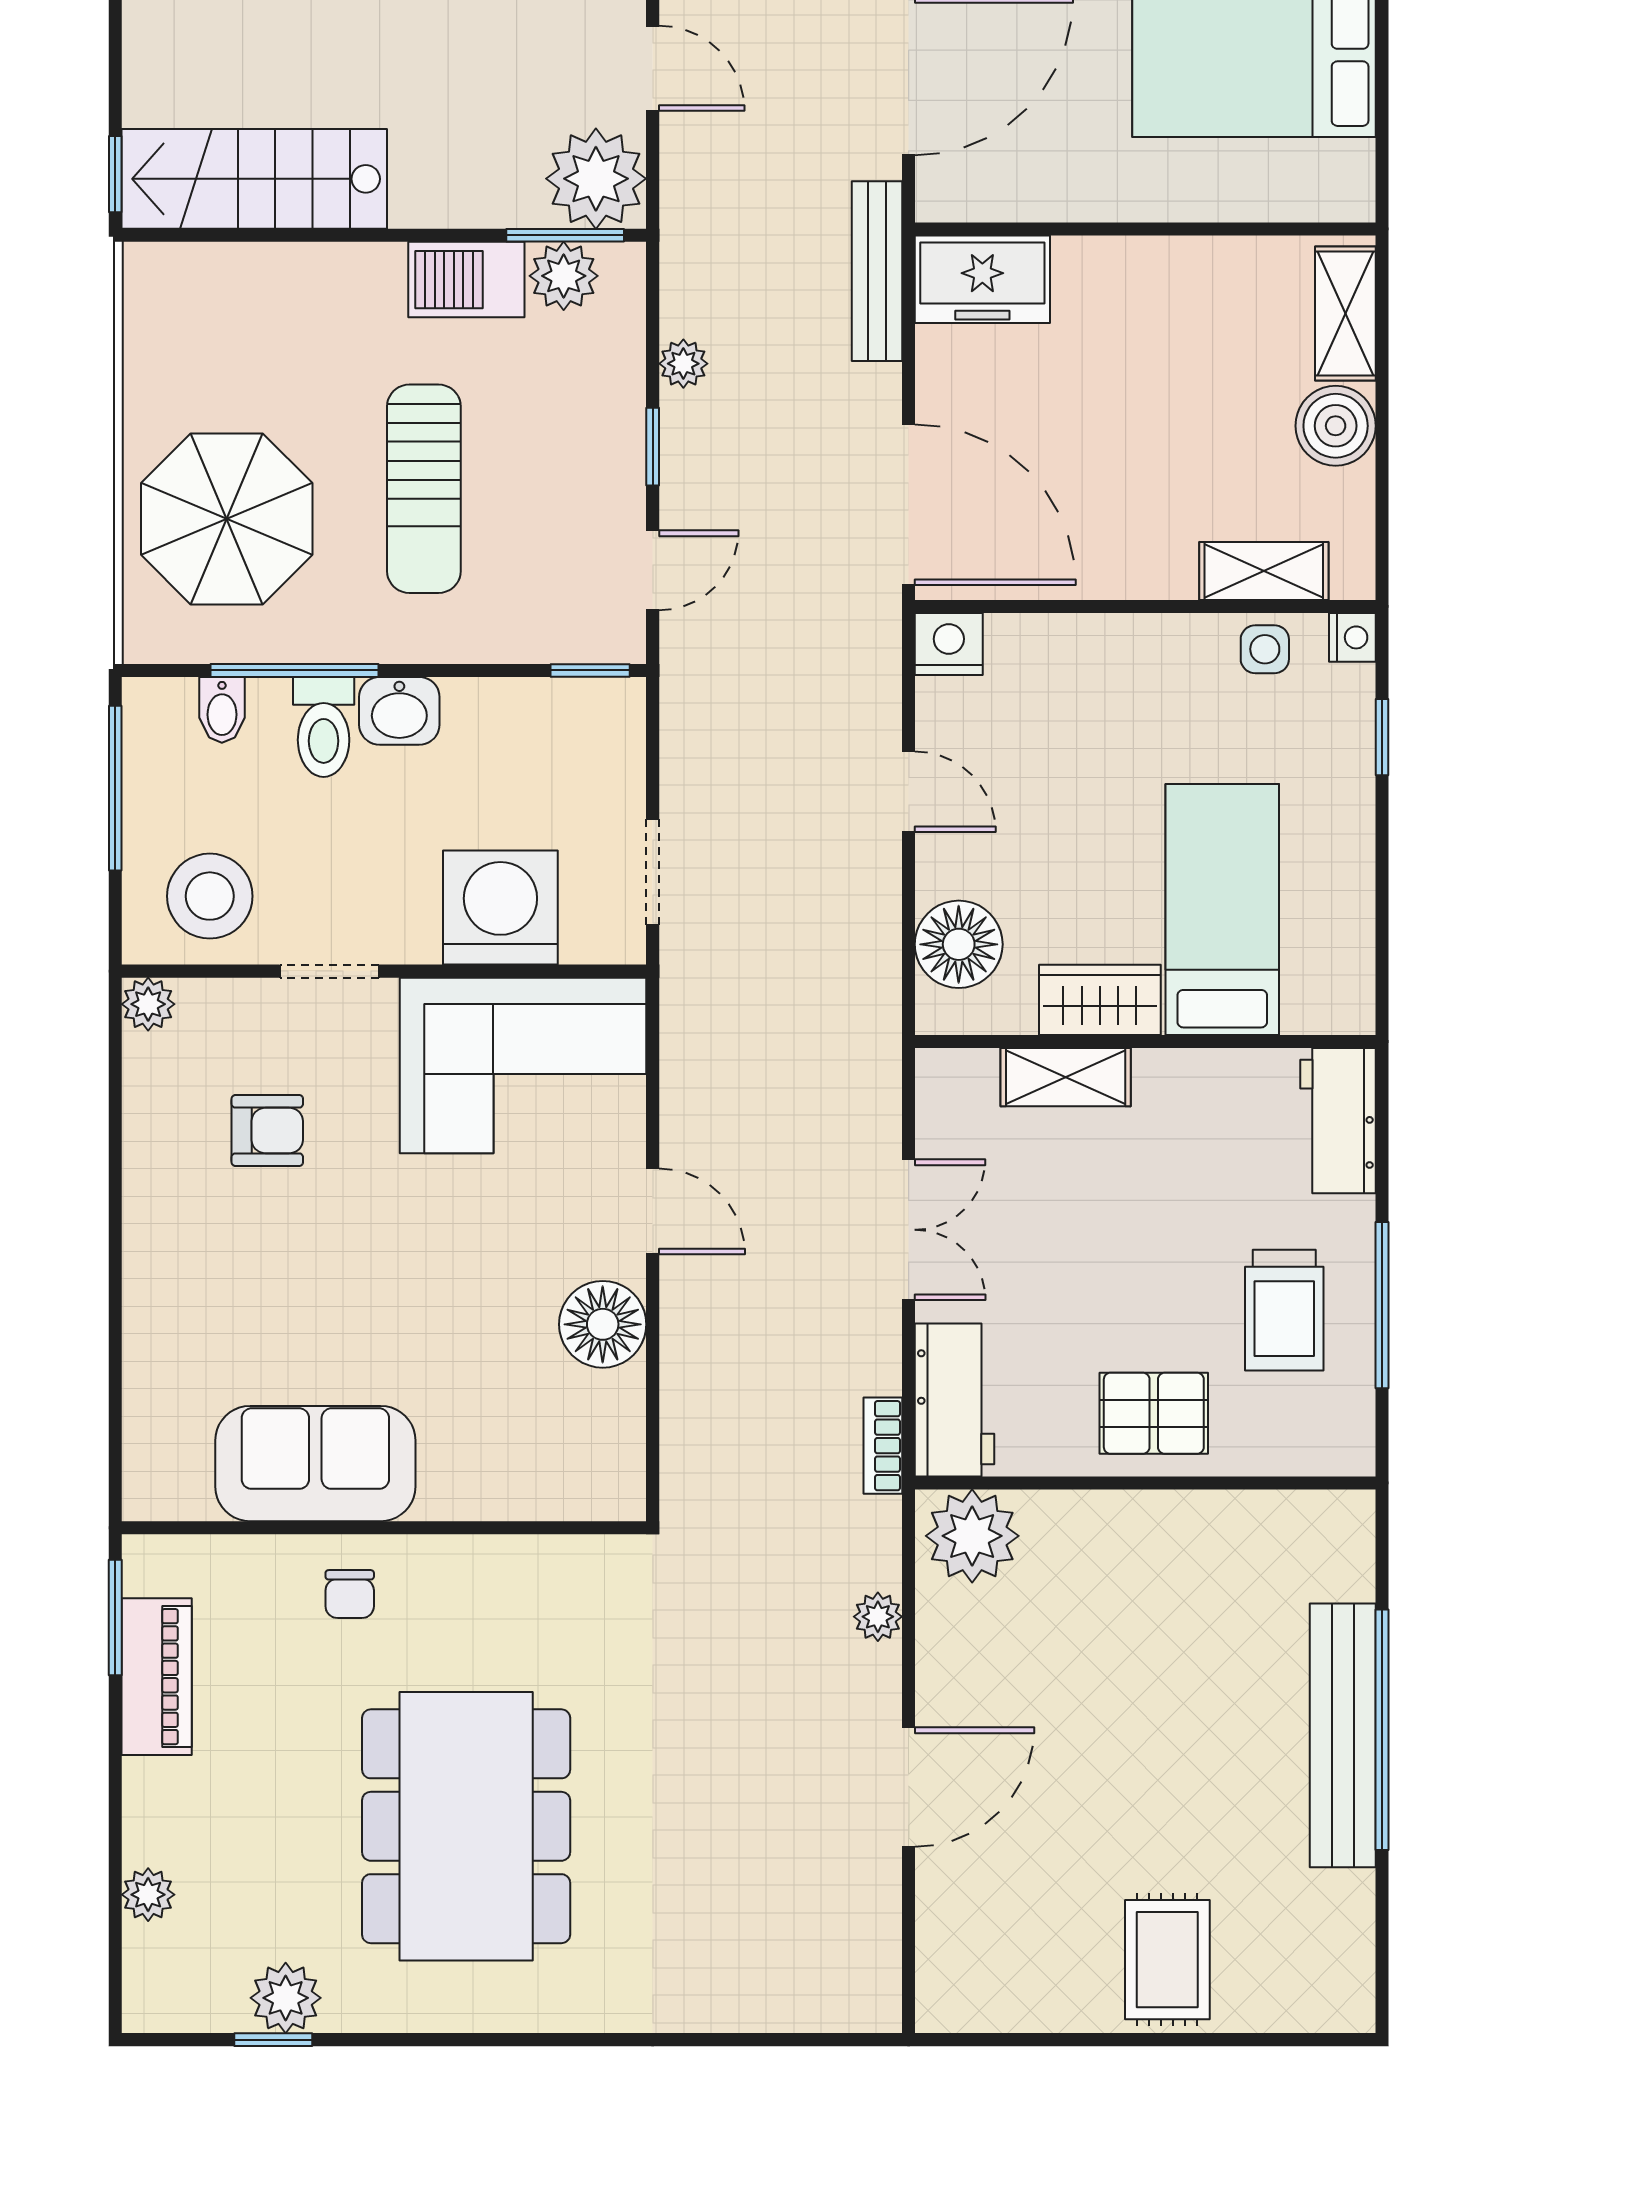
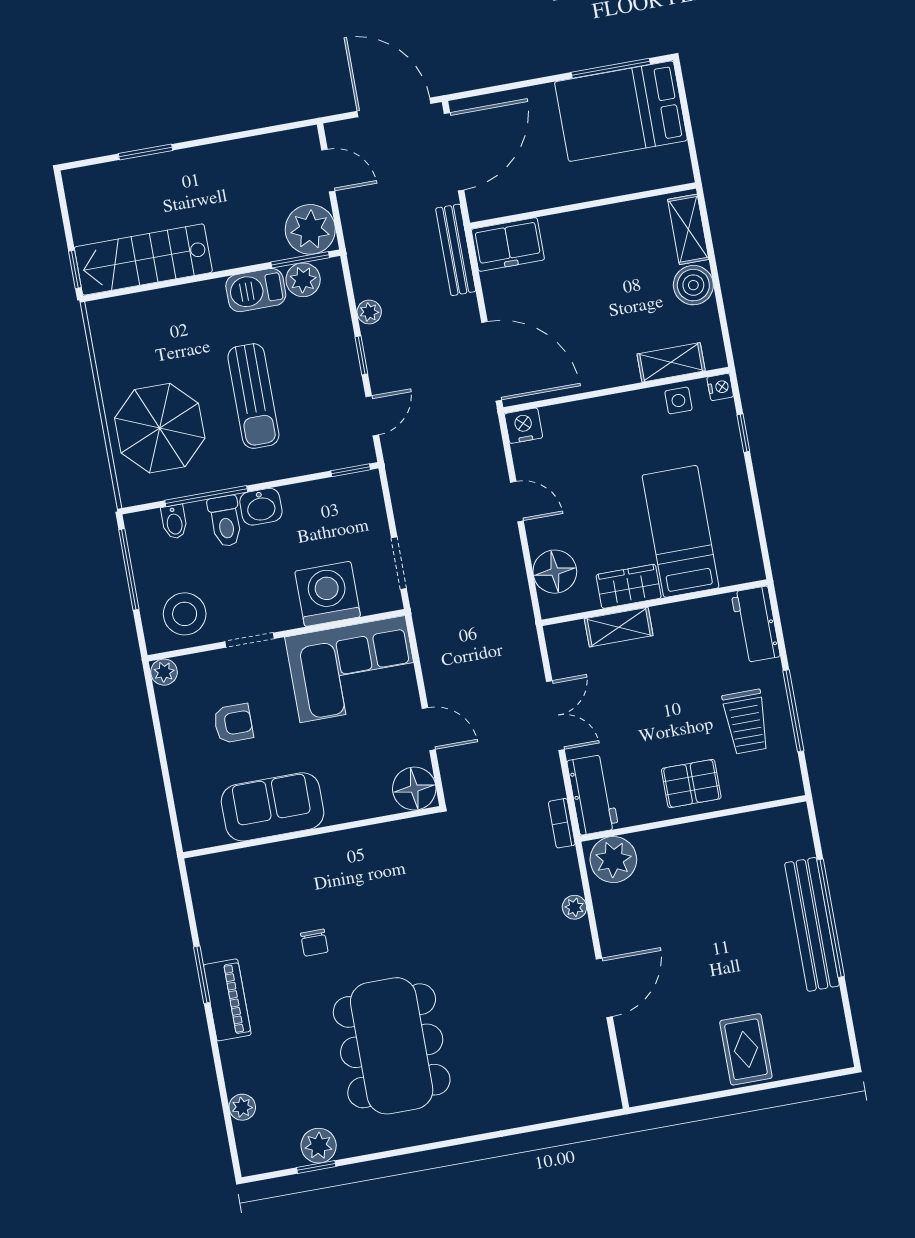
sofa: (315, 1464) -> (273, 807), moved
wall: (384, 1528) -> (312, 832), moved

